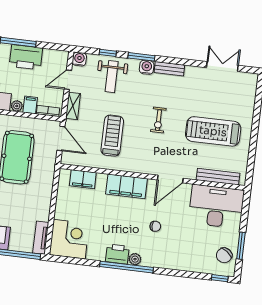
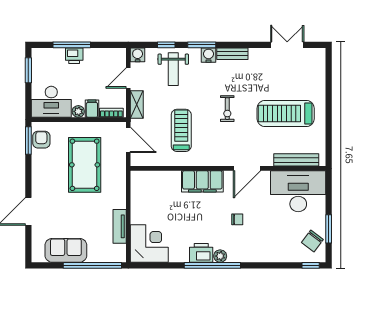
printer: (26, 57) -> (74, 56), width x0.53, depth x0.68
filing cabinet: (83, 179) -> (156, 179), removed
tv unit: (41, 238) -> (120, 226), moved

